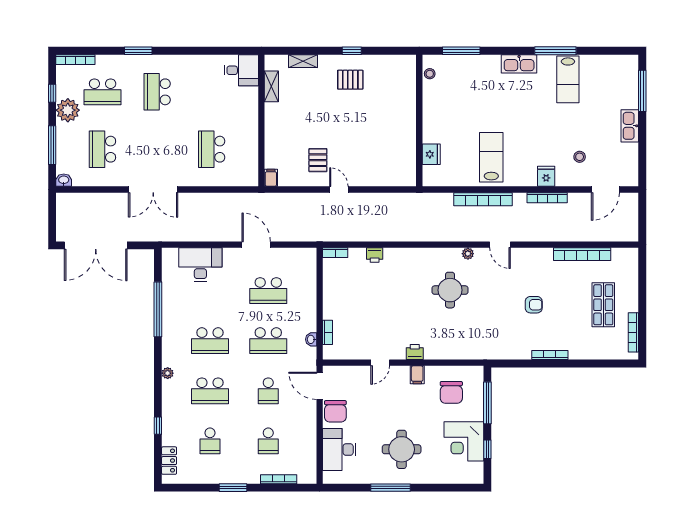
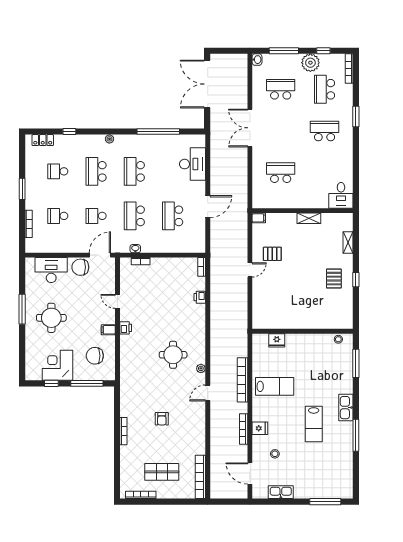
lab bench: (568, 79) -> (314, 424), moved, turned -90
shelving: (271, 86) -> (309, 218), moved
kitchen sink: (630, 126) -> (281, 492), moved
bookcase: (582, 254) -> (200, 477), moved

